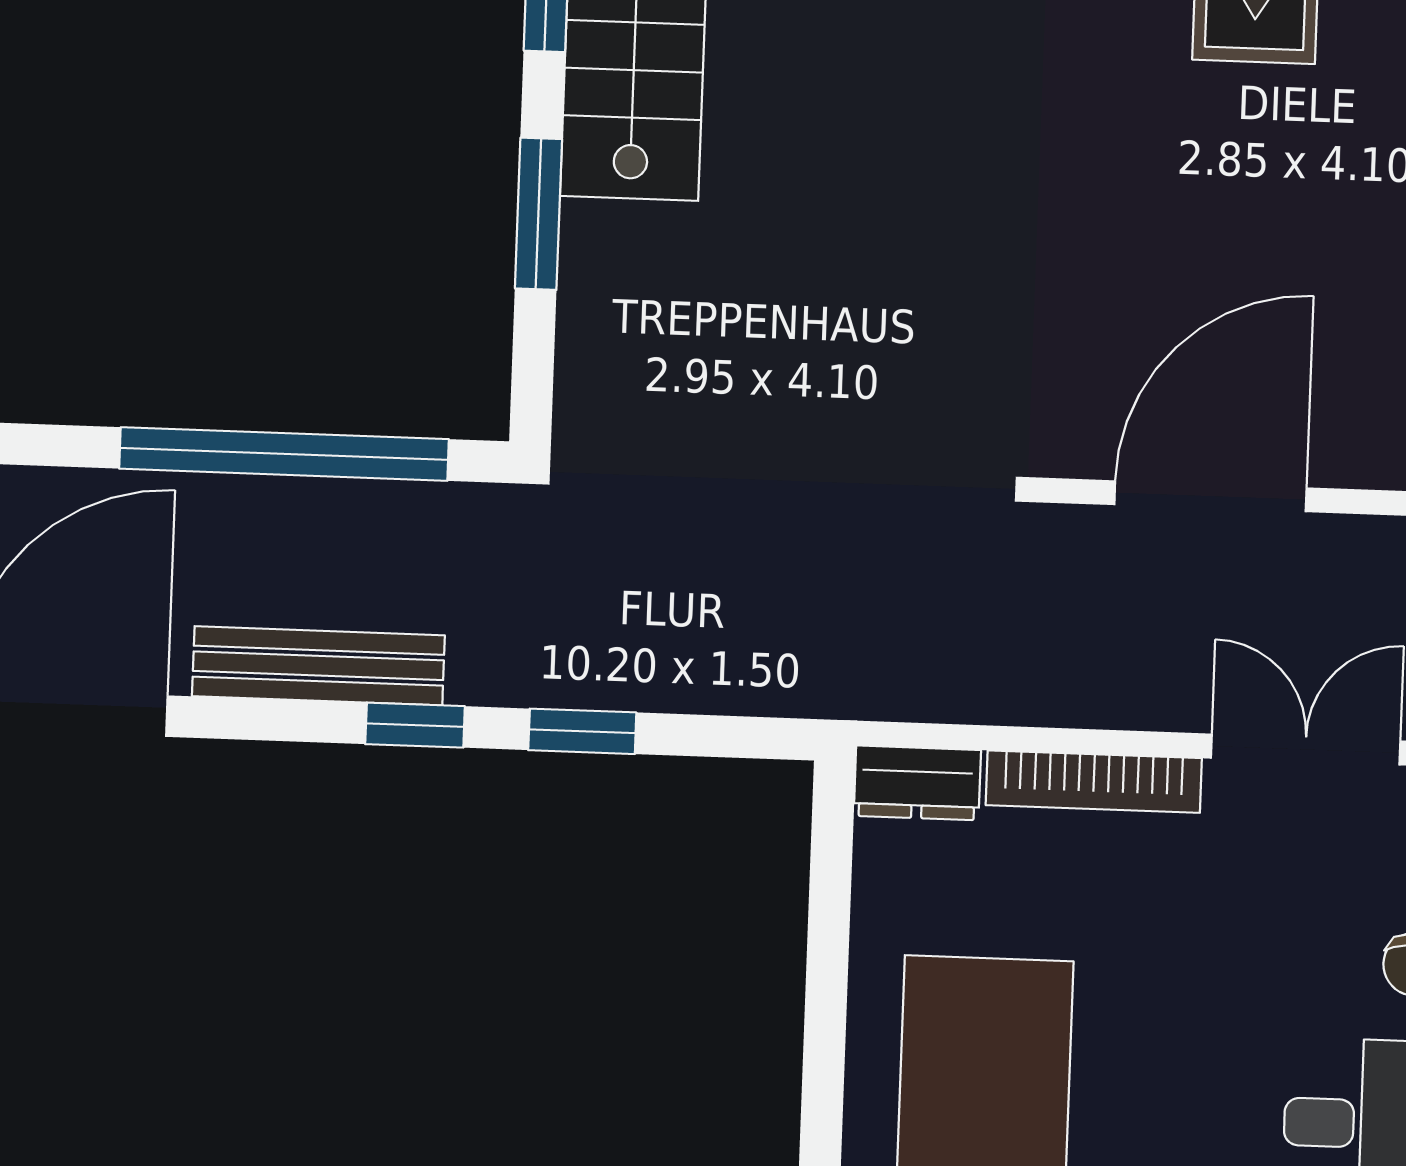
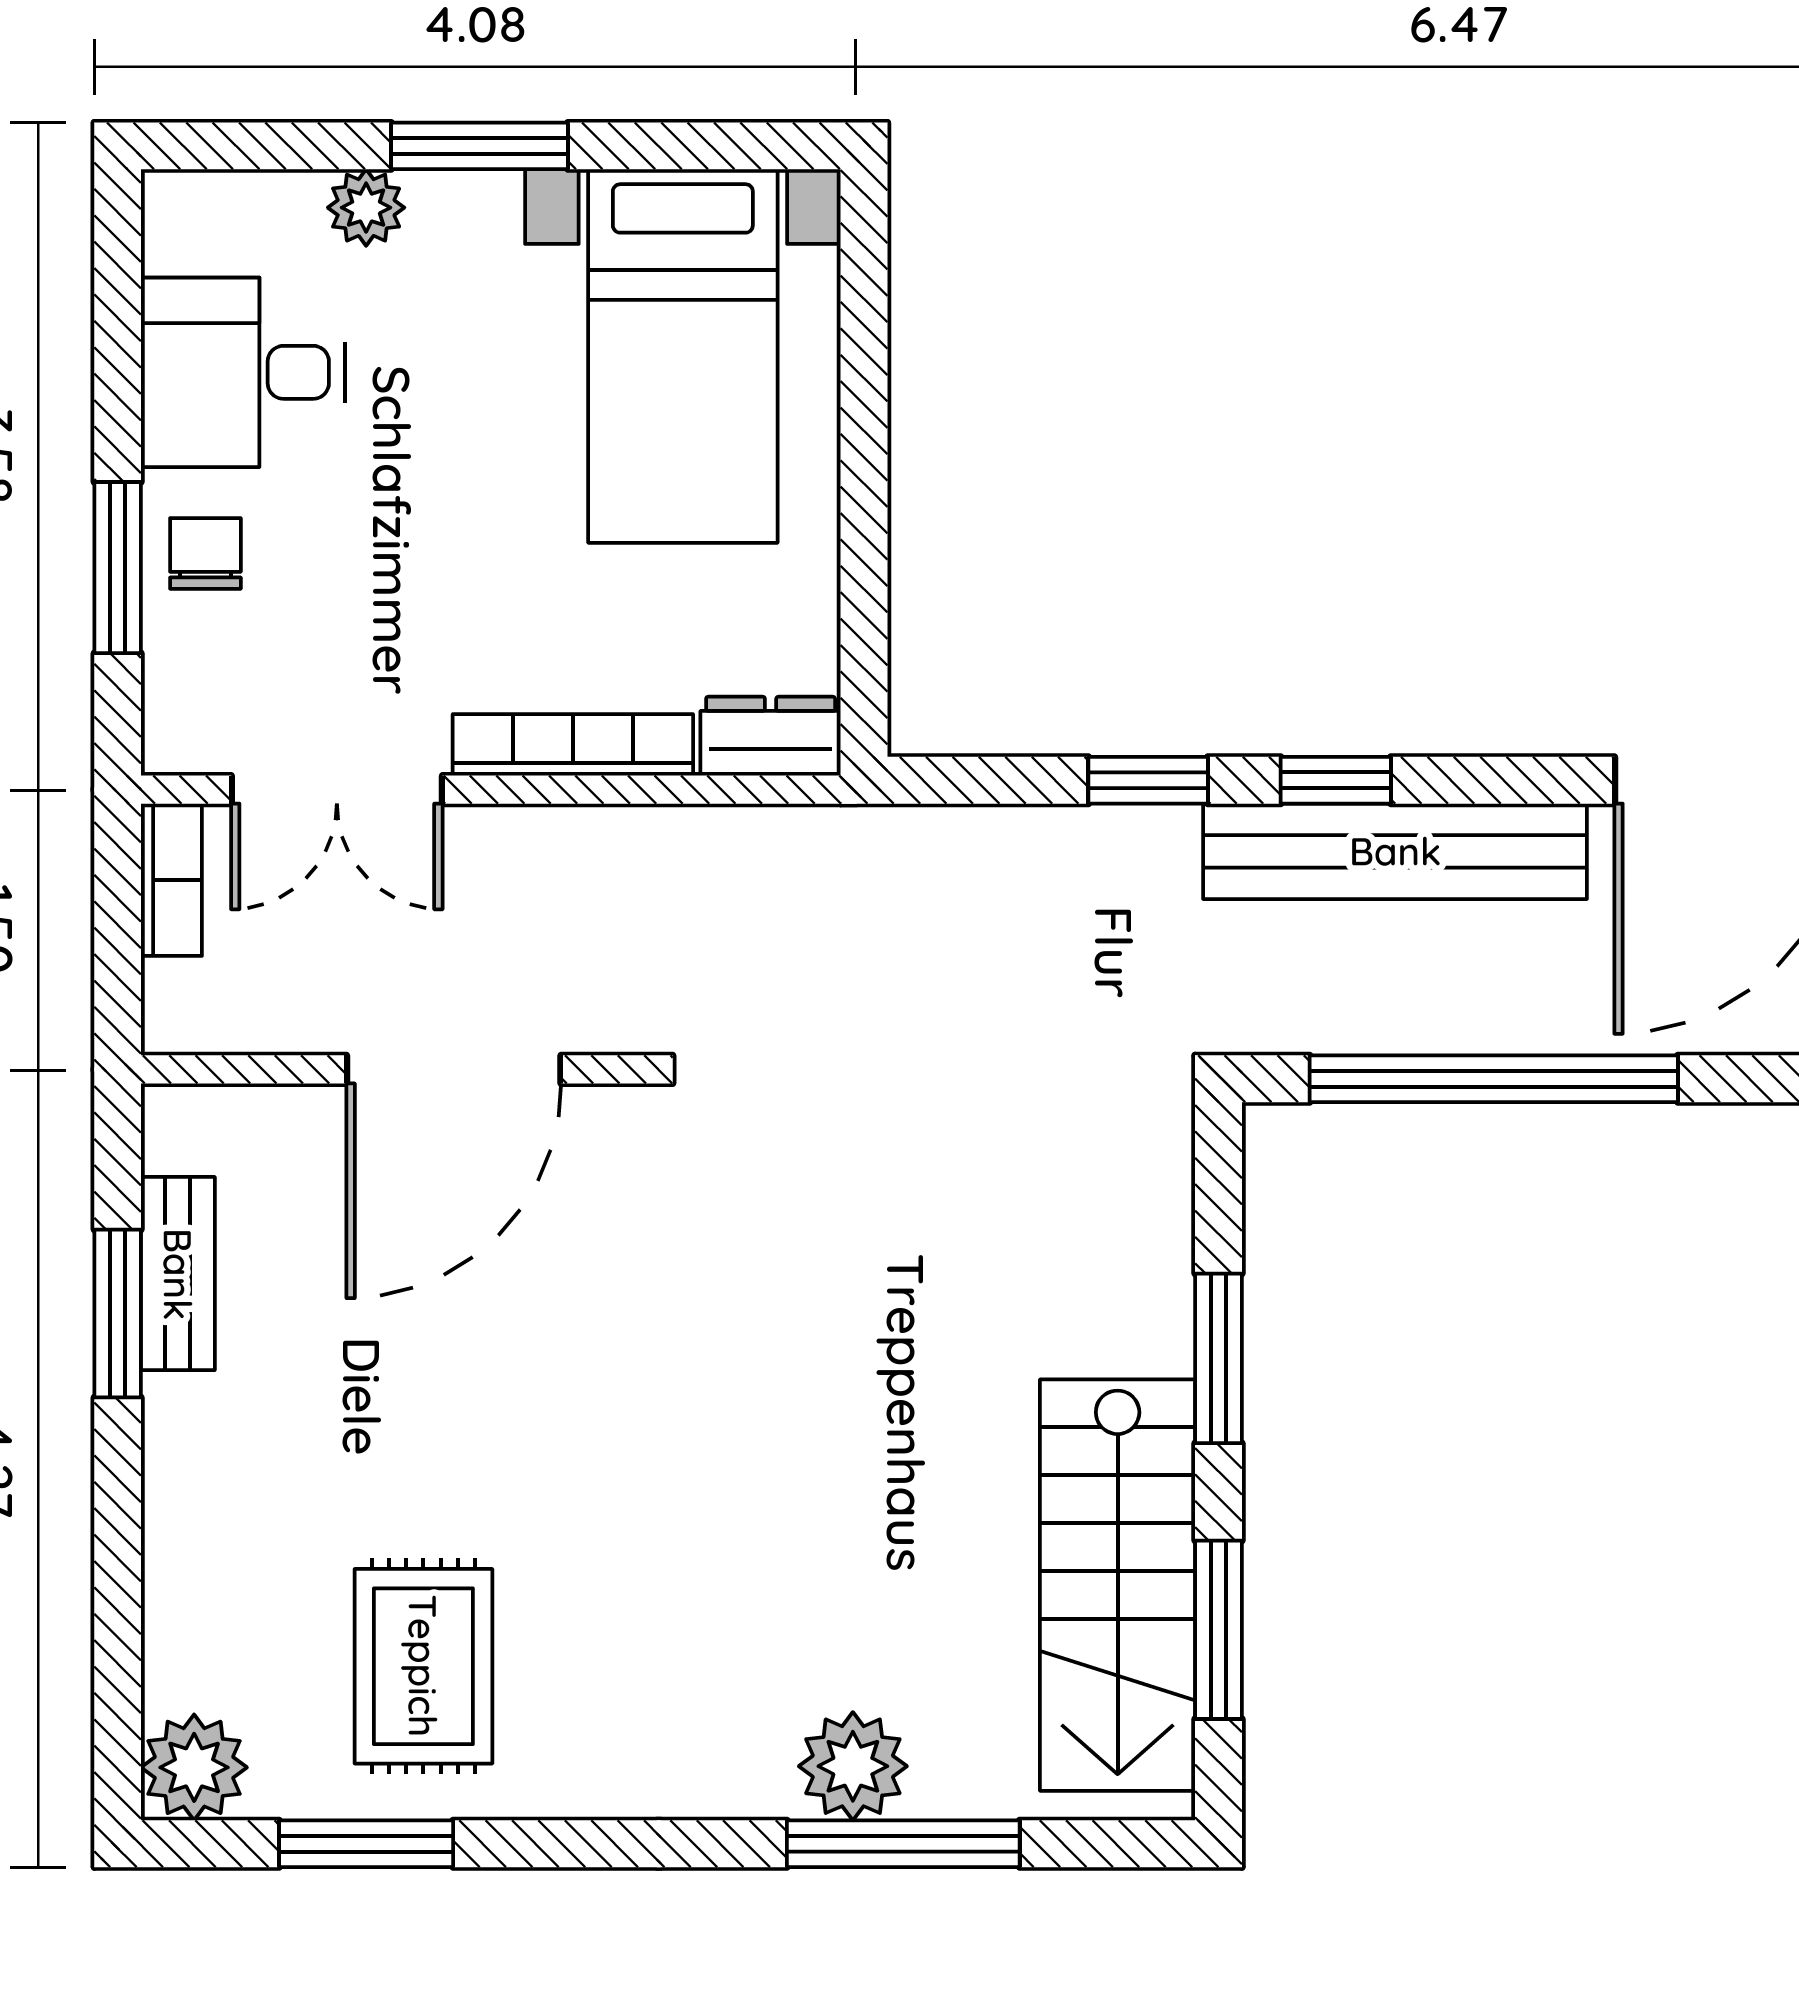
bench: (318, 666) -> (1395, 851), width x1.37, depth x1.21

